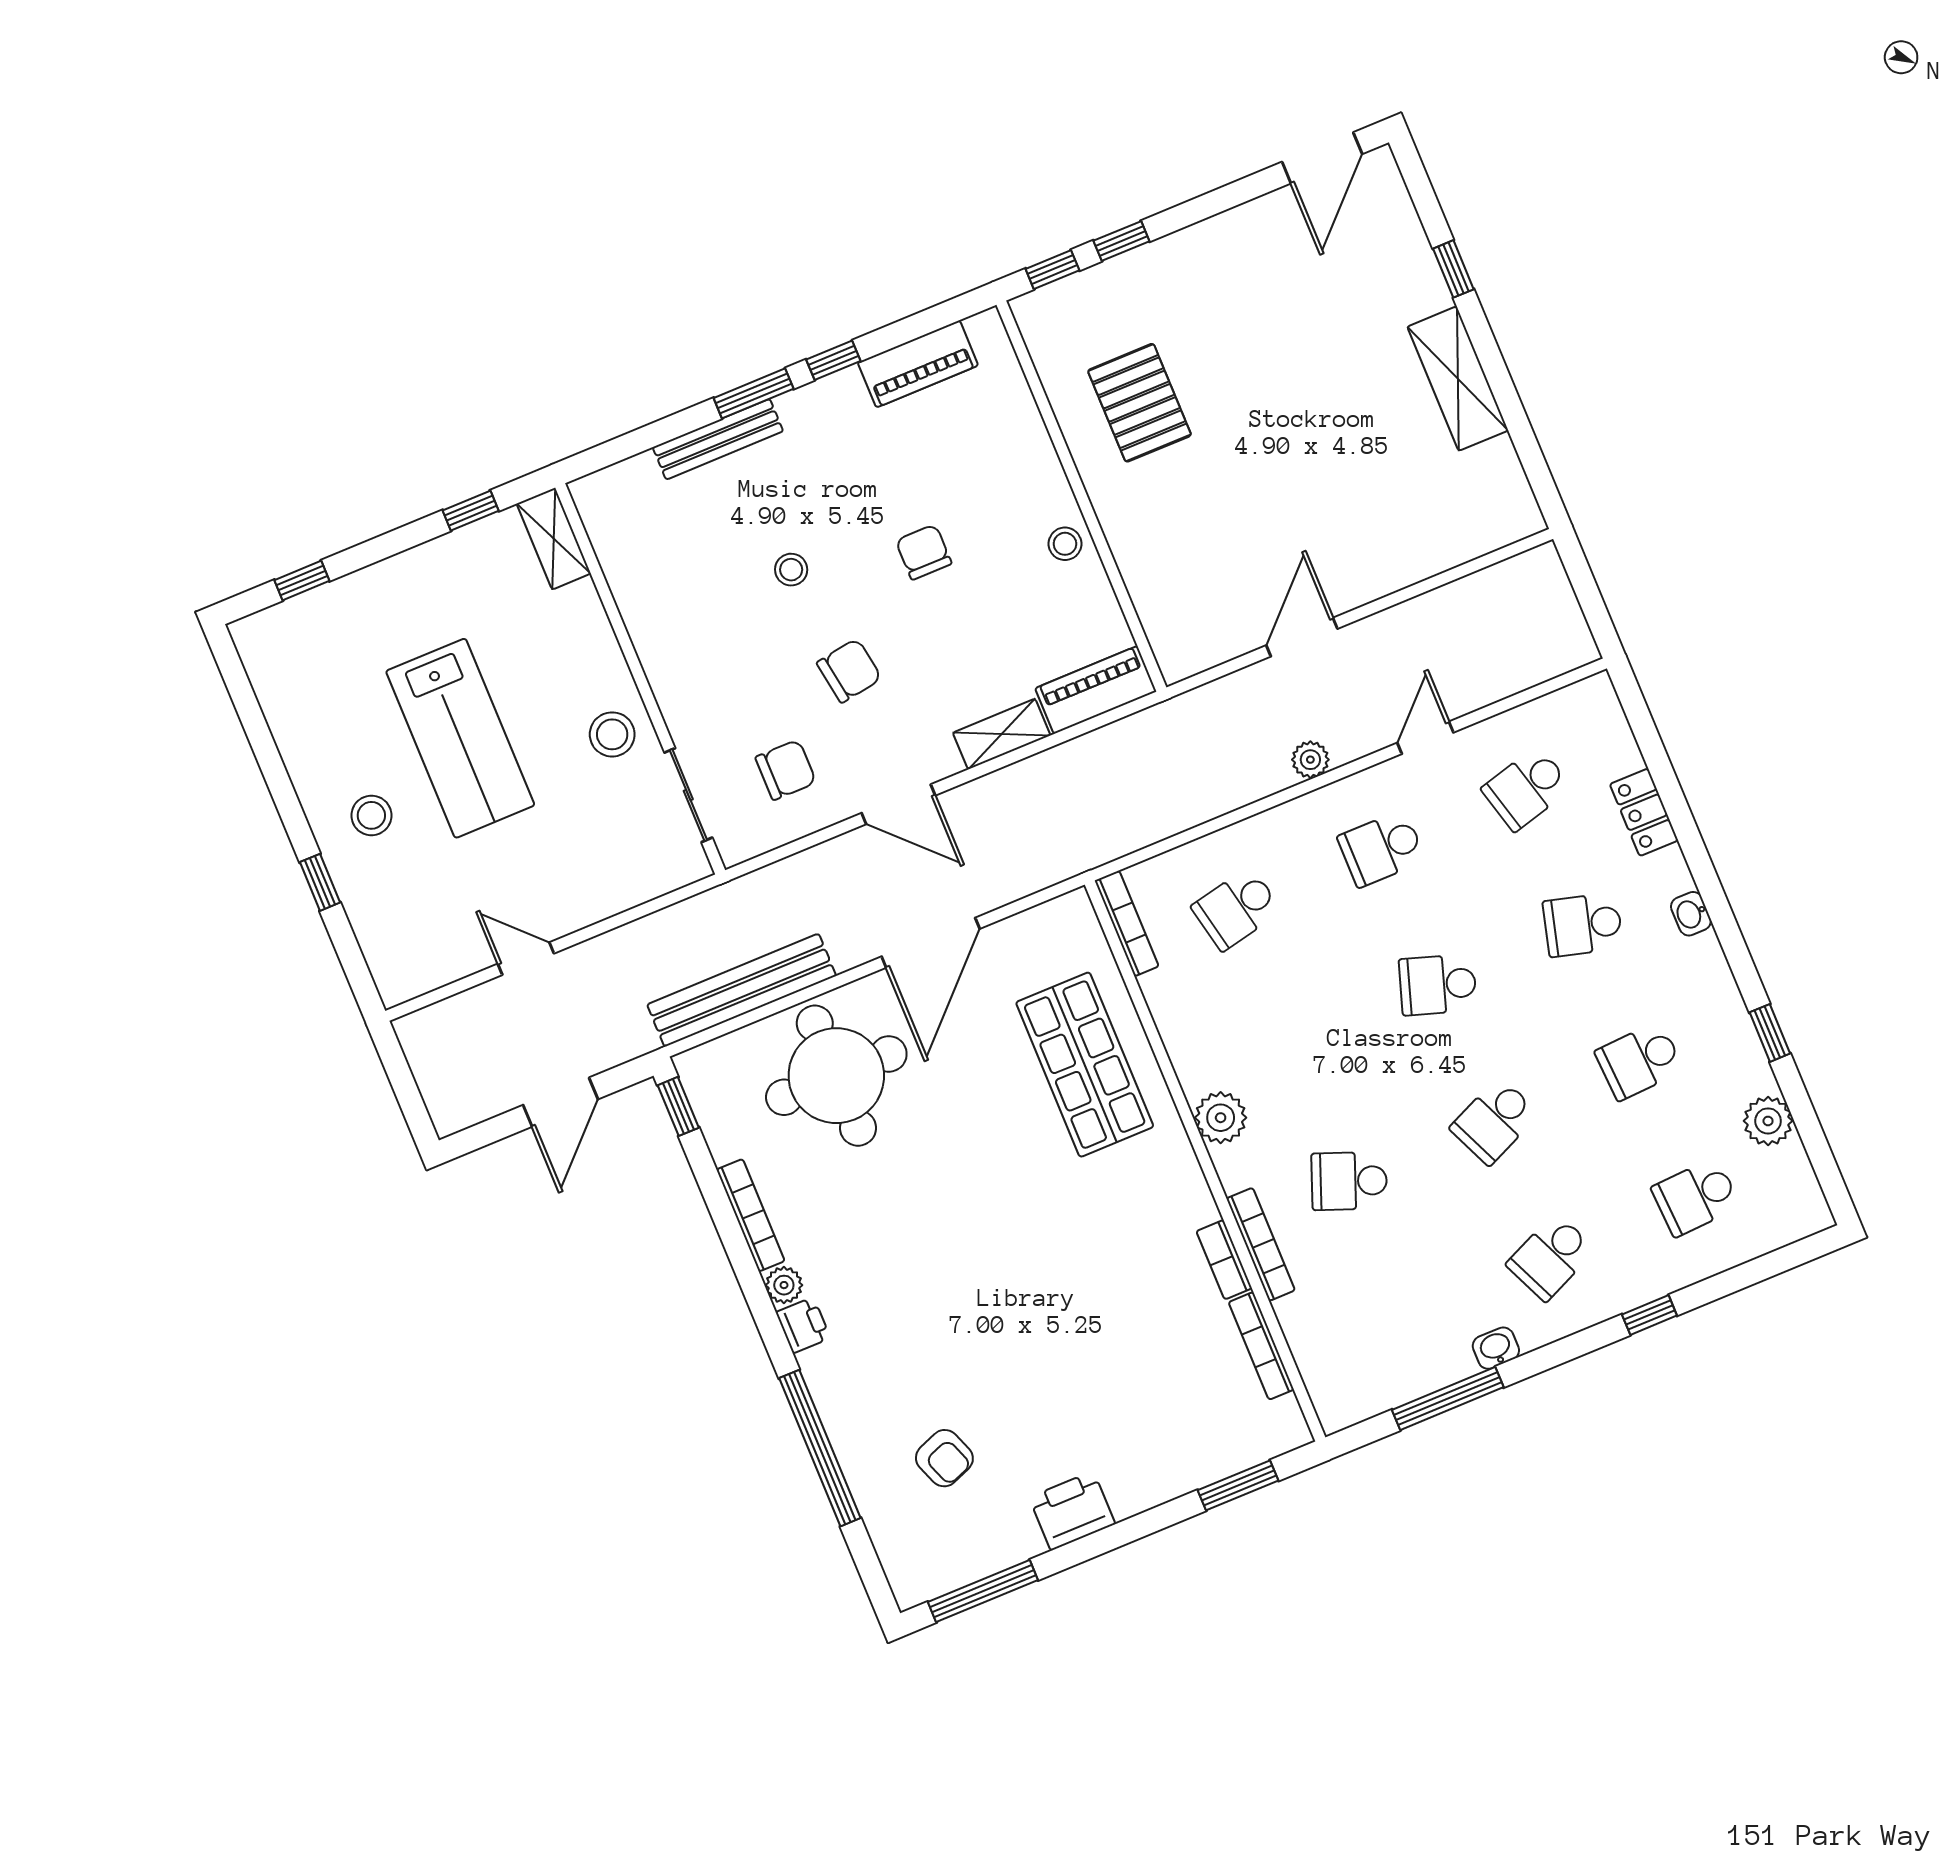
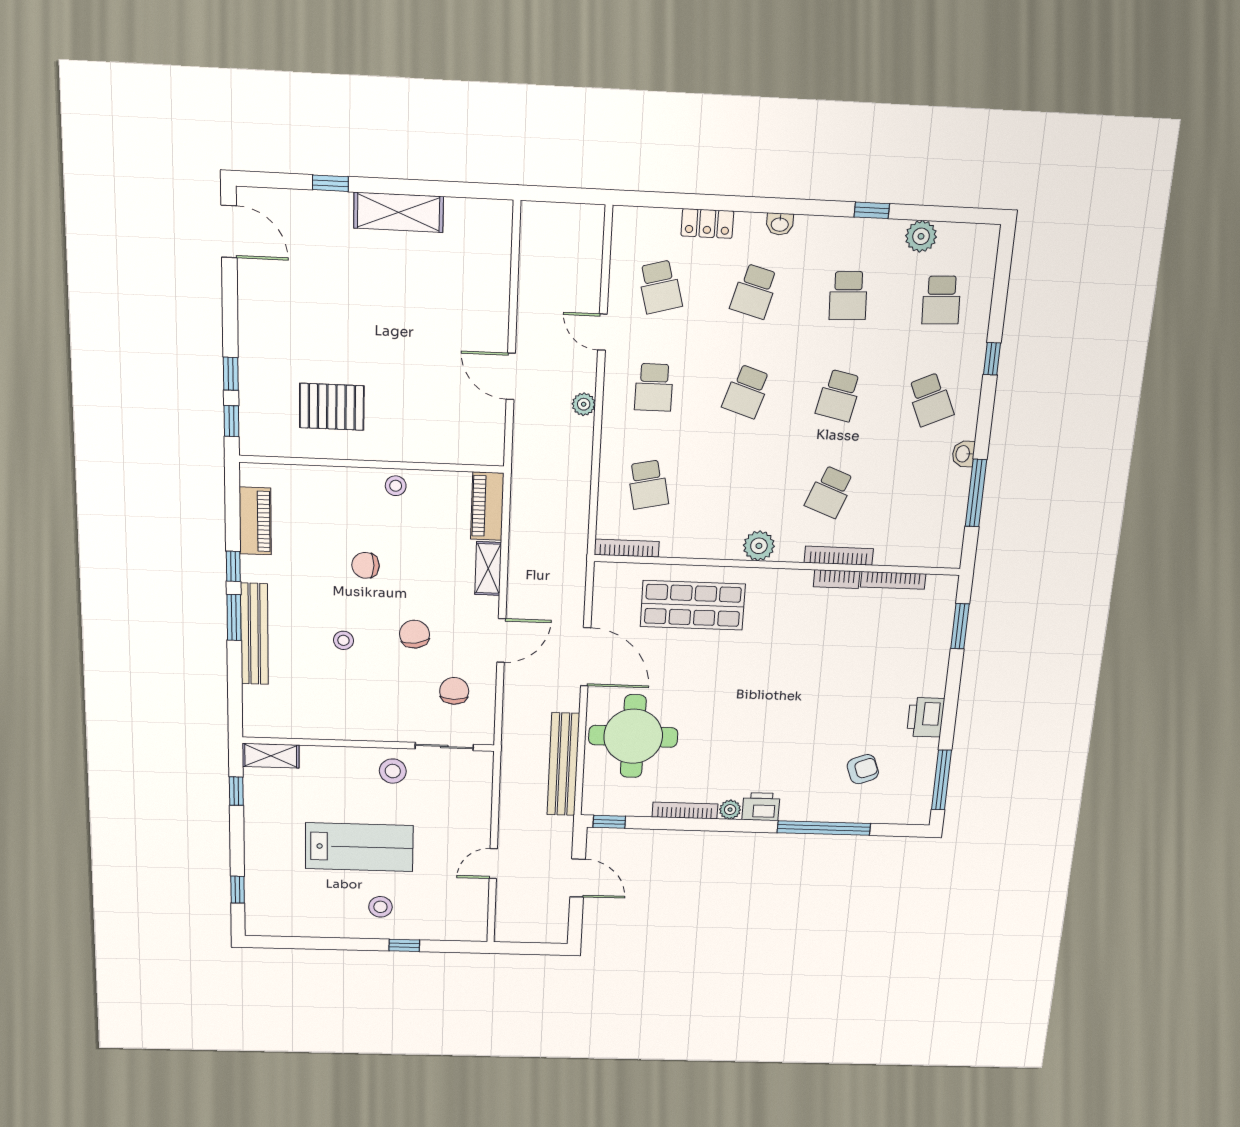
bench: (718, 439) -> (254, 634), width x1.37, depth x1.21
school desk: (1494, 1121) -> (839, 395), turned 36
printer: (803, 1325) -> (761, 807), width x1.36, depth x1.24

